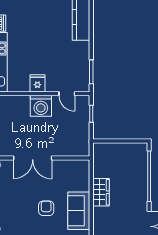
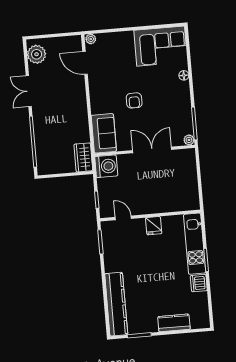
washing machine: (41, 106) -> (106, 166), moved, turned 90
wardrobe: (101, 192) -> (83, 157), moved
sofa: (79, 211) -> (104, 133), moved

